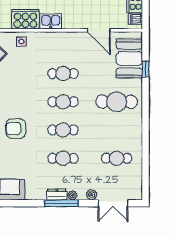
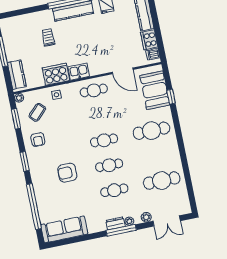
cafe table: (63, 73) -> (94, 90), moved
cafe table: (117, 158) -> (162, 181), width x1.37, depth x1.35

